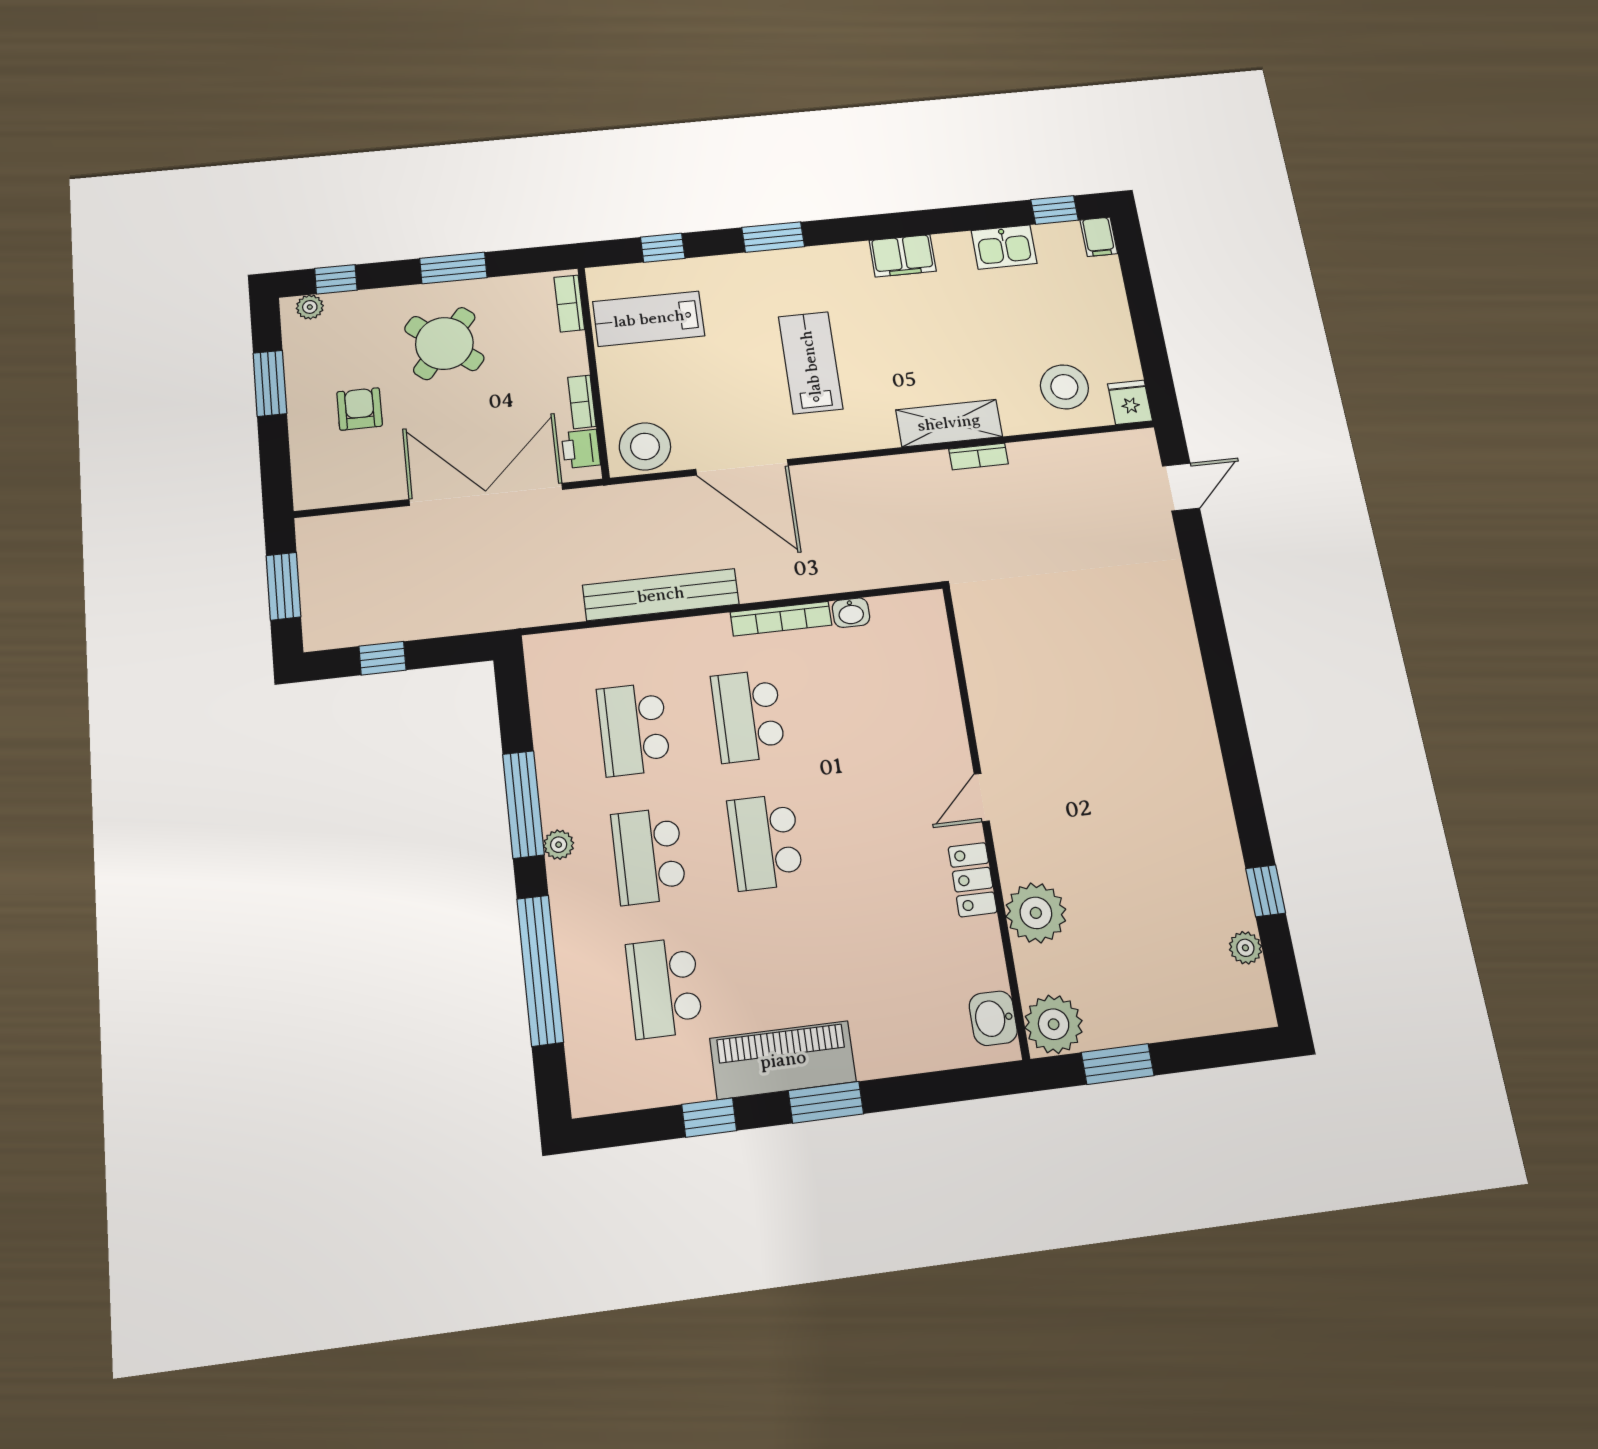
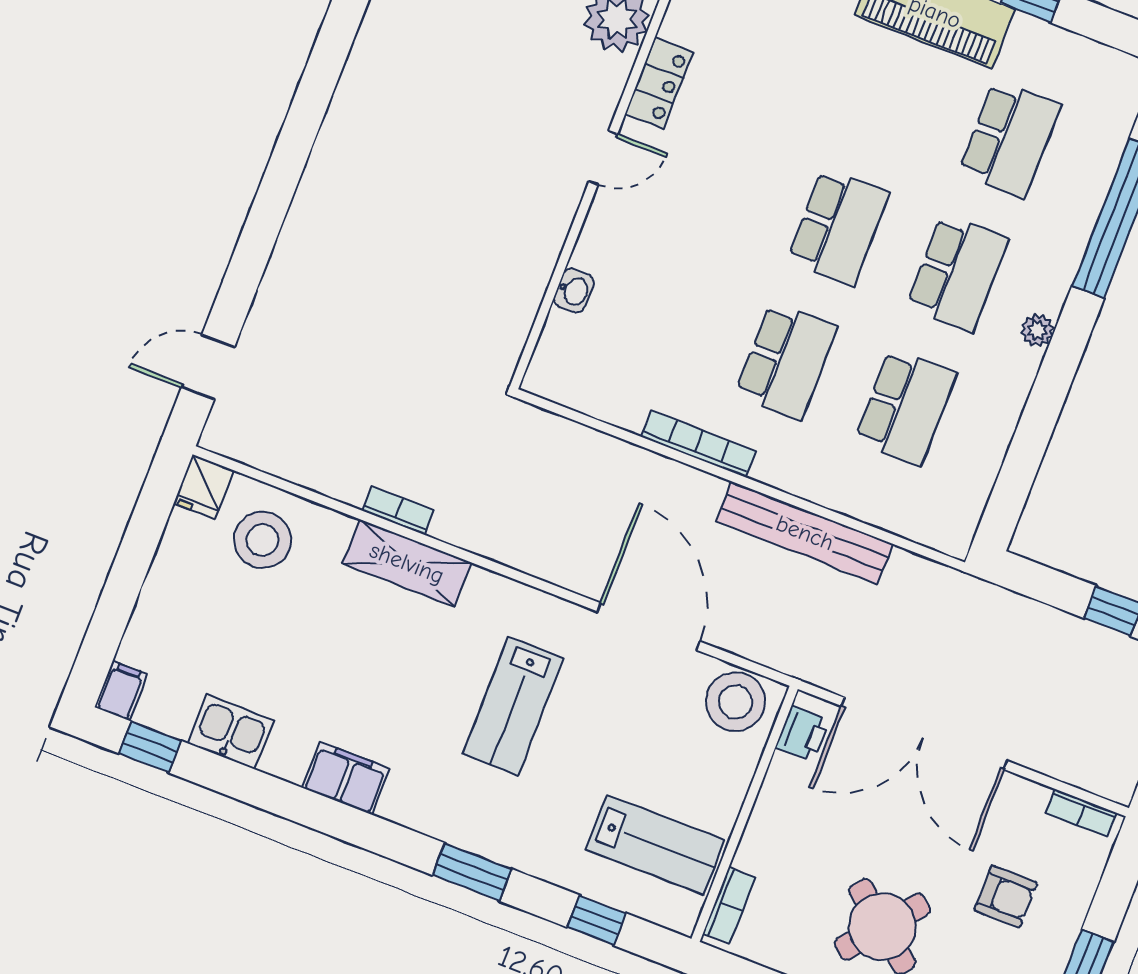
bookcase: (582, 402) -> (1081, 813), moved, turned 90
armchair: (360, 409) -> (1006, 897), turned -90
washbasin: (851, 613) -> (574, 291), moved, turned 90
window: (523, 804) -> (1051, 388), removed

